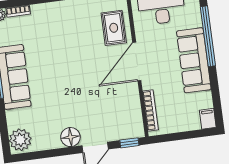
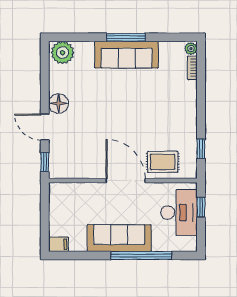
bookcase: (150, 110) -> (74, 188), removed

